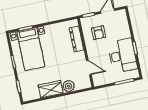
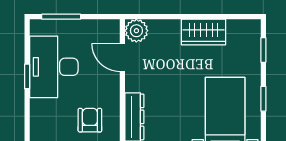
plant: (69, 86) -> (136, 31), moved

